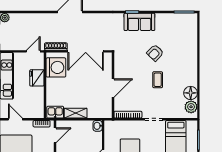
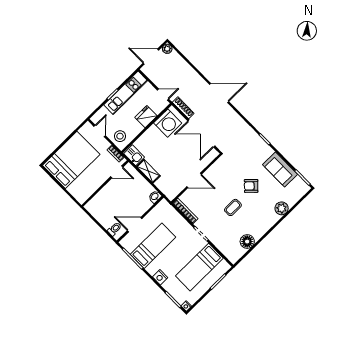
sofa: (139, 22) -> (280, 169), moved
plant: (191, 107) -> (282, 208), moved
stool: (33, 109) -> (120, 136), added

